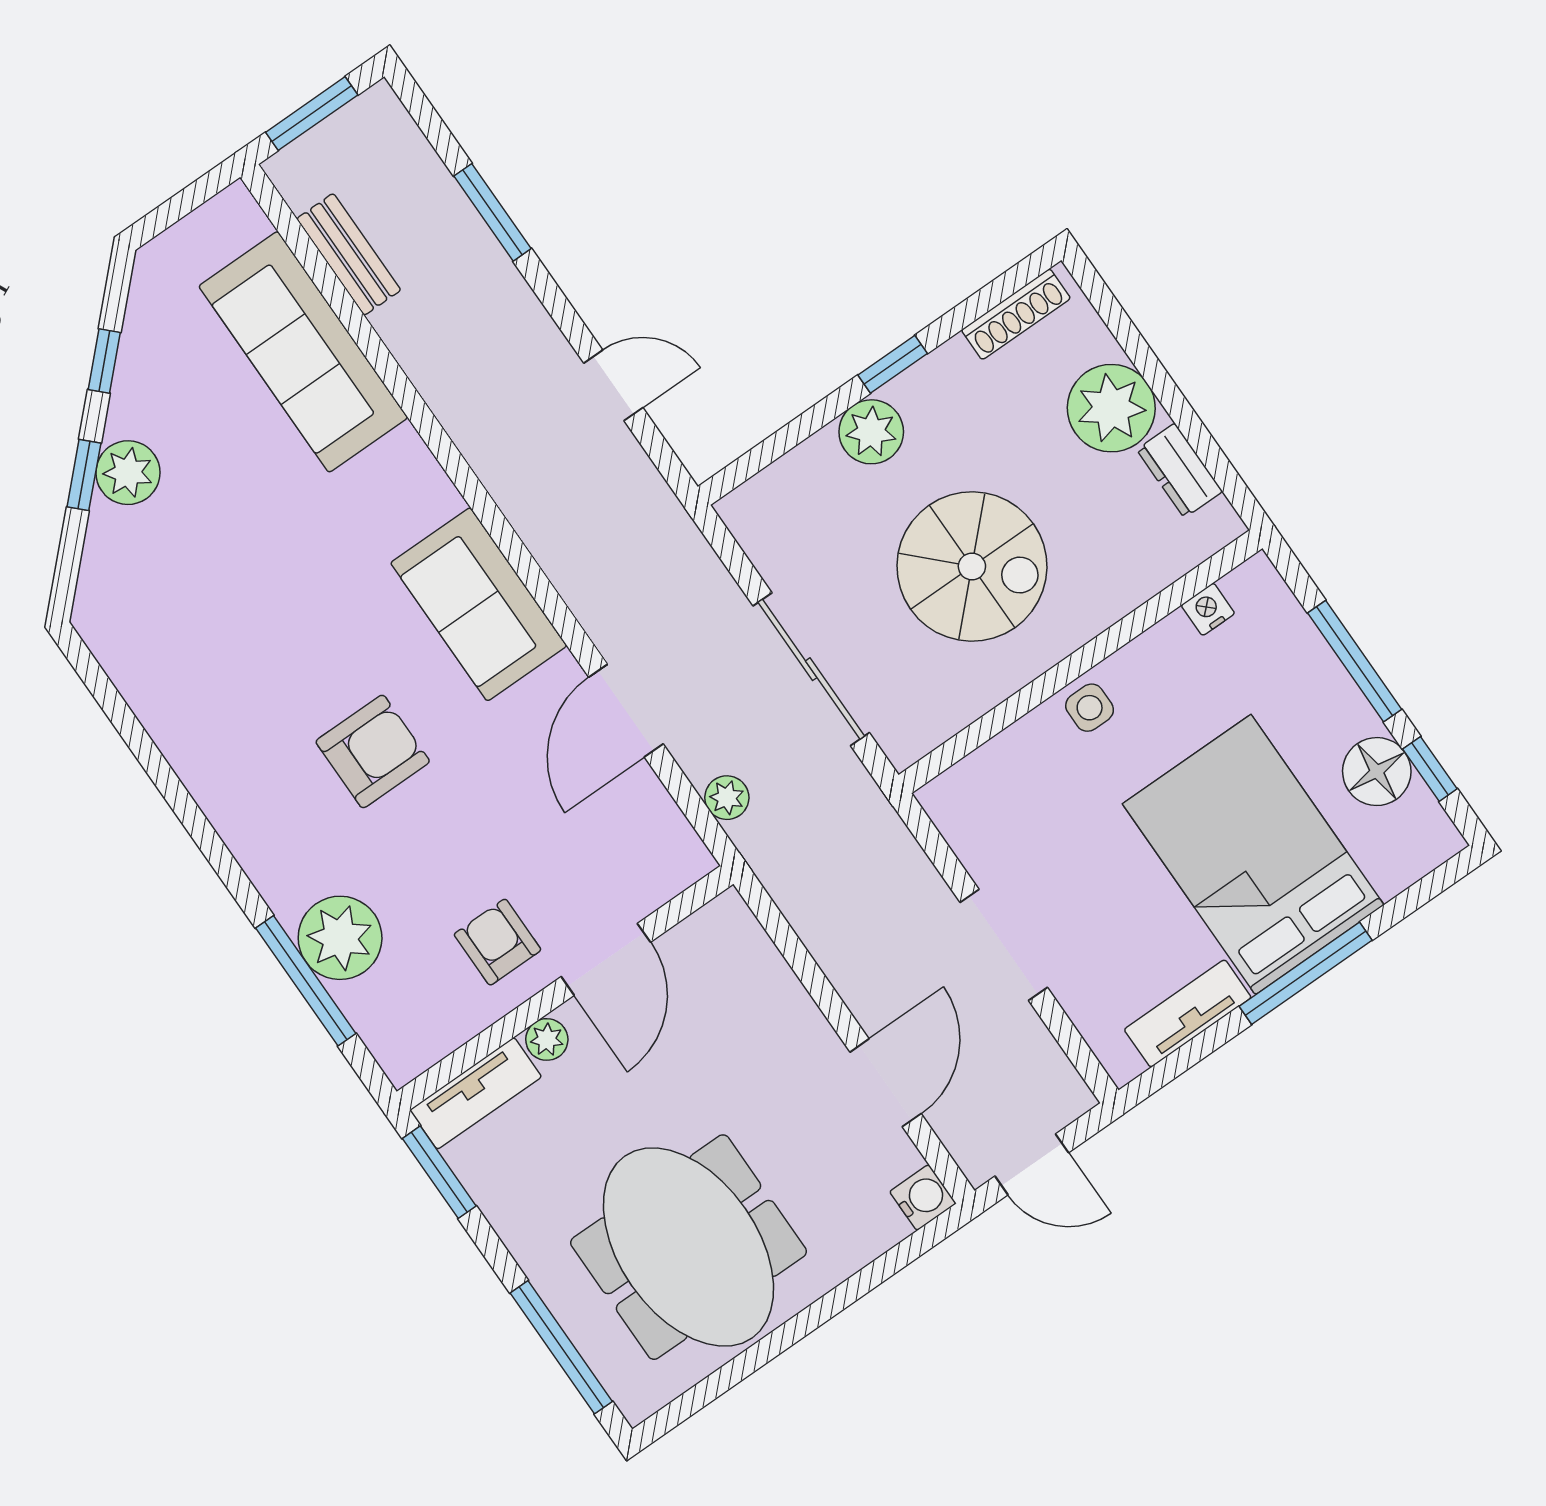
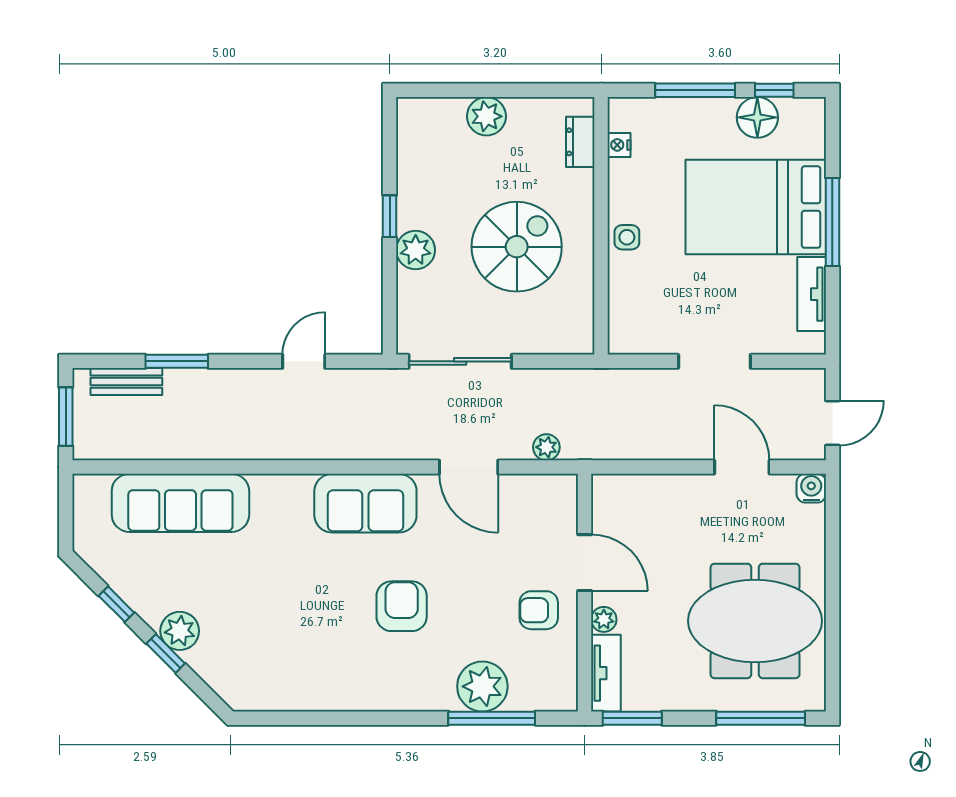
bench: (349, 254) -> (126, 382), moved
shoe rack: (1016, 314) -> (407, 138), removed
plant: (1111, 408) -> (486, 116), width x0.73, depth x0.73
dresser: (1180, 471) -> (580, 142), moved, turned 90
sliding door: (811, 669) -> (460, 361), moved

